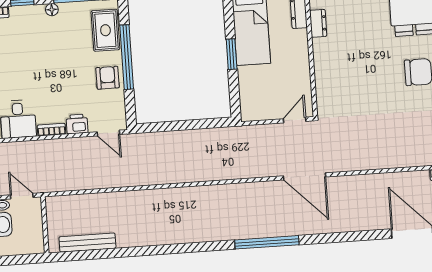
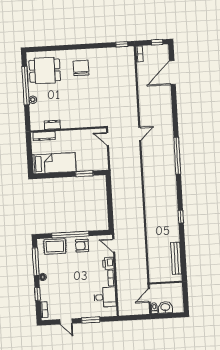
window: (232, 54) -> (84, 174), moved
door: (108, 133) -> (114, 246), swing flipped
door: (305, 176) -> (140, 134), width x0.53
window: (160, 250) -> (181, 217), added

